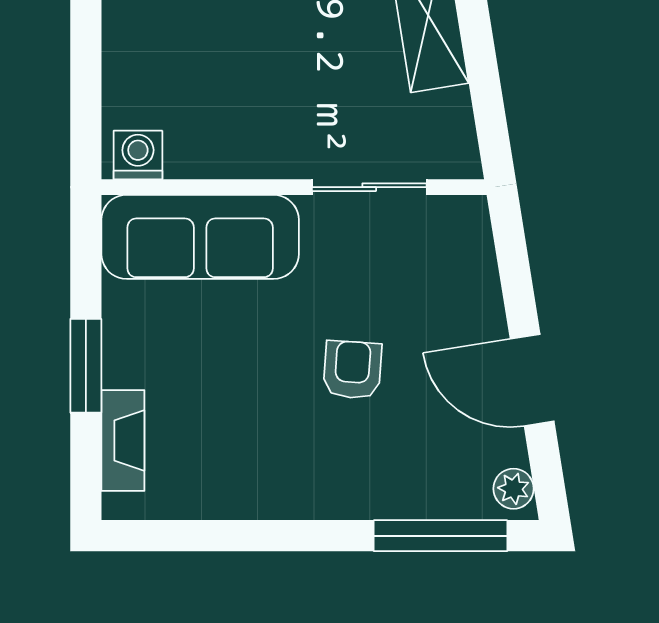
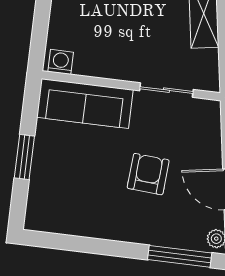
armchair: (352, 370) -> (148, 174), width x1.38, depth x1.38
fireplace: (123, 441) -> (37, 194), removed

